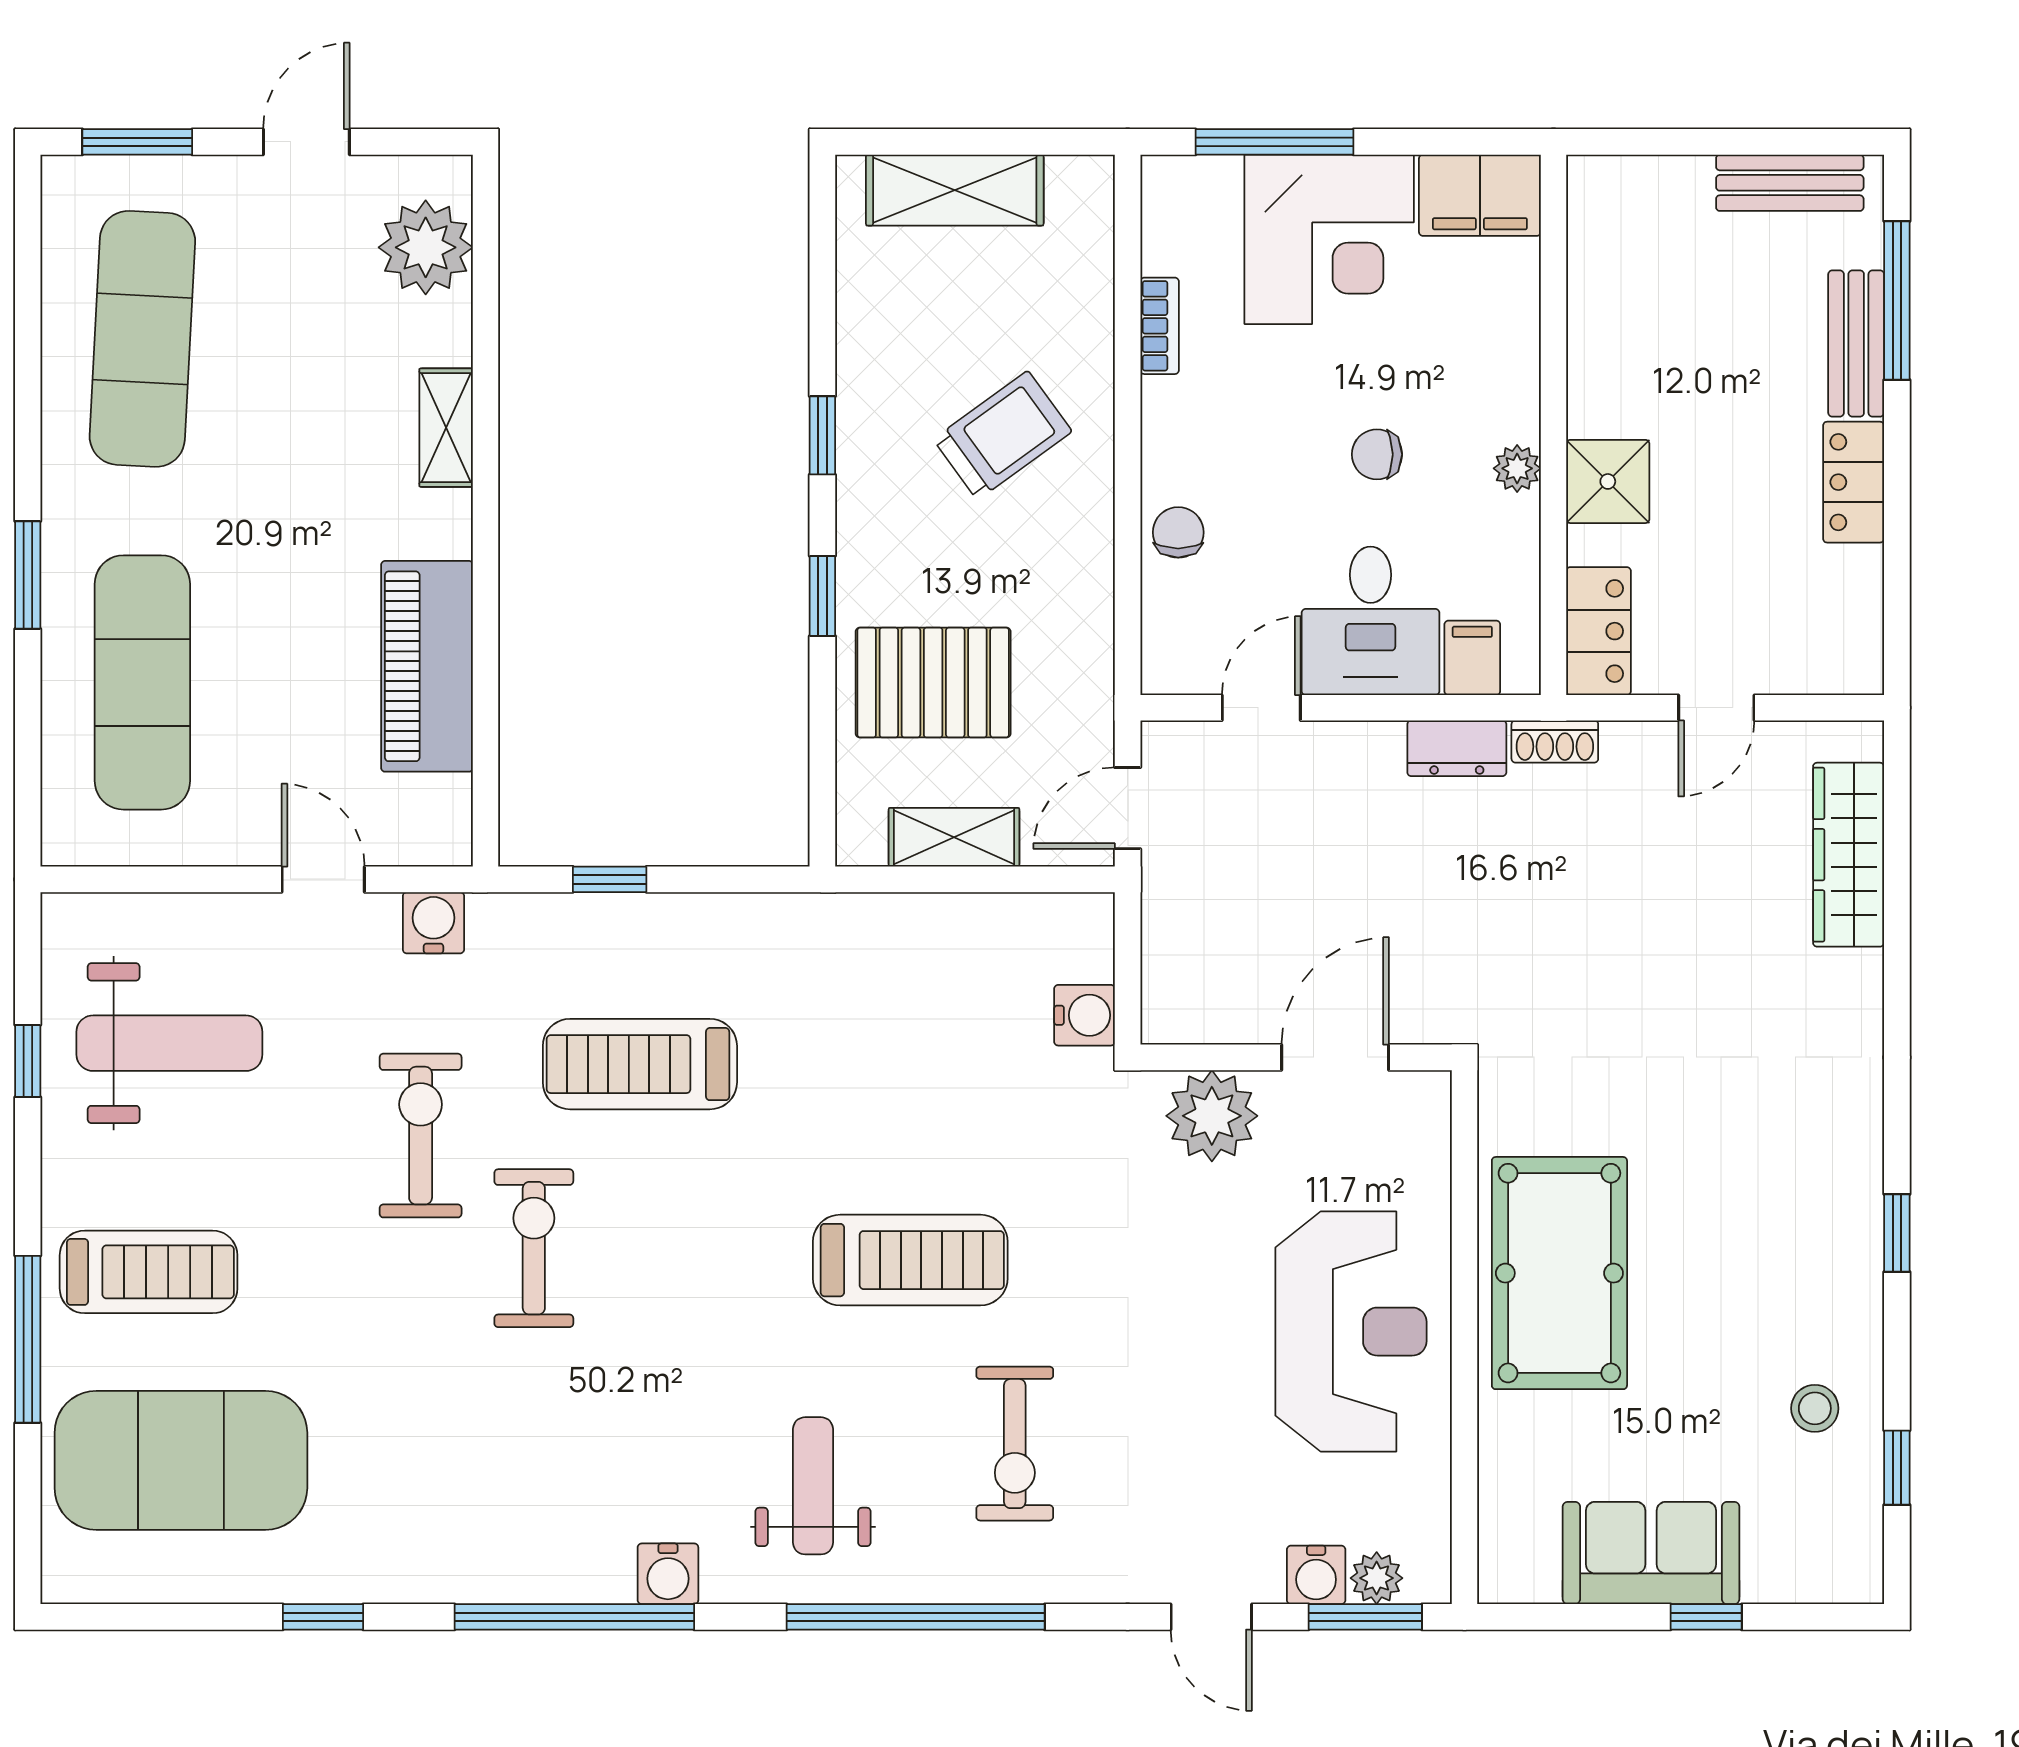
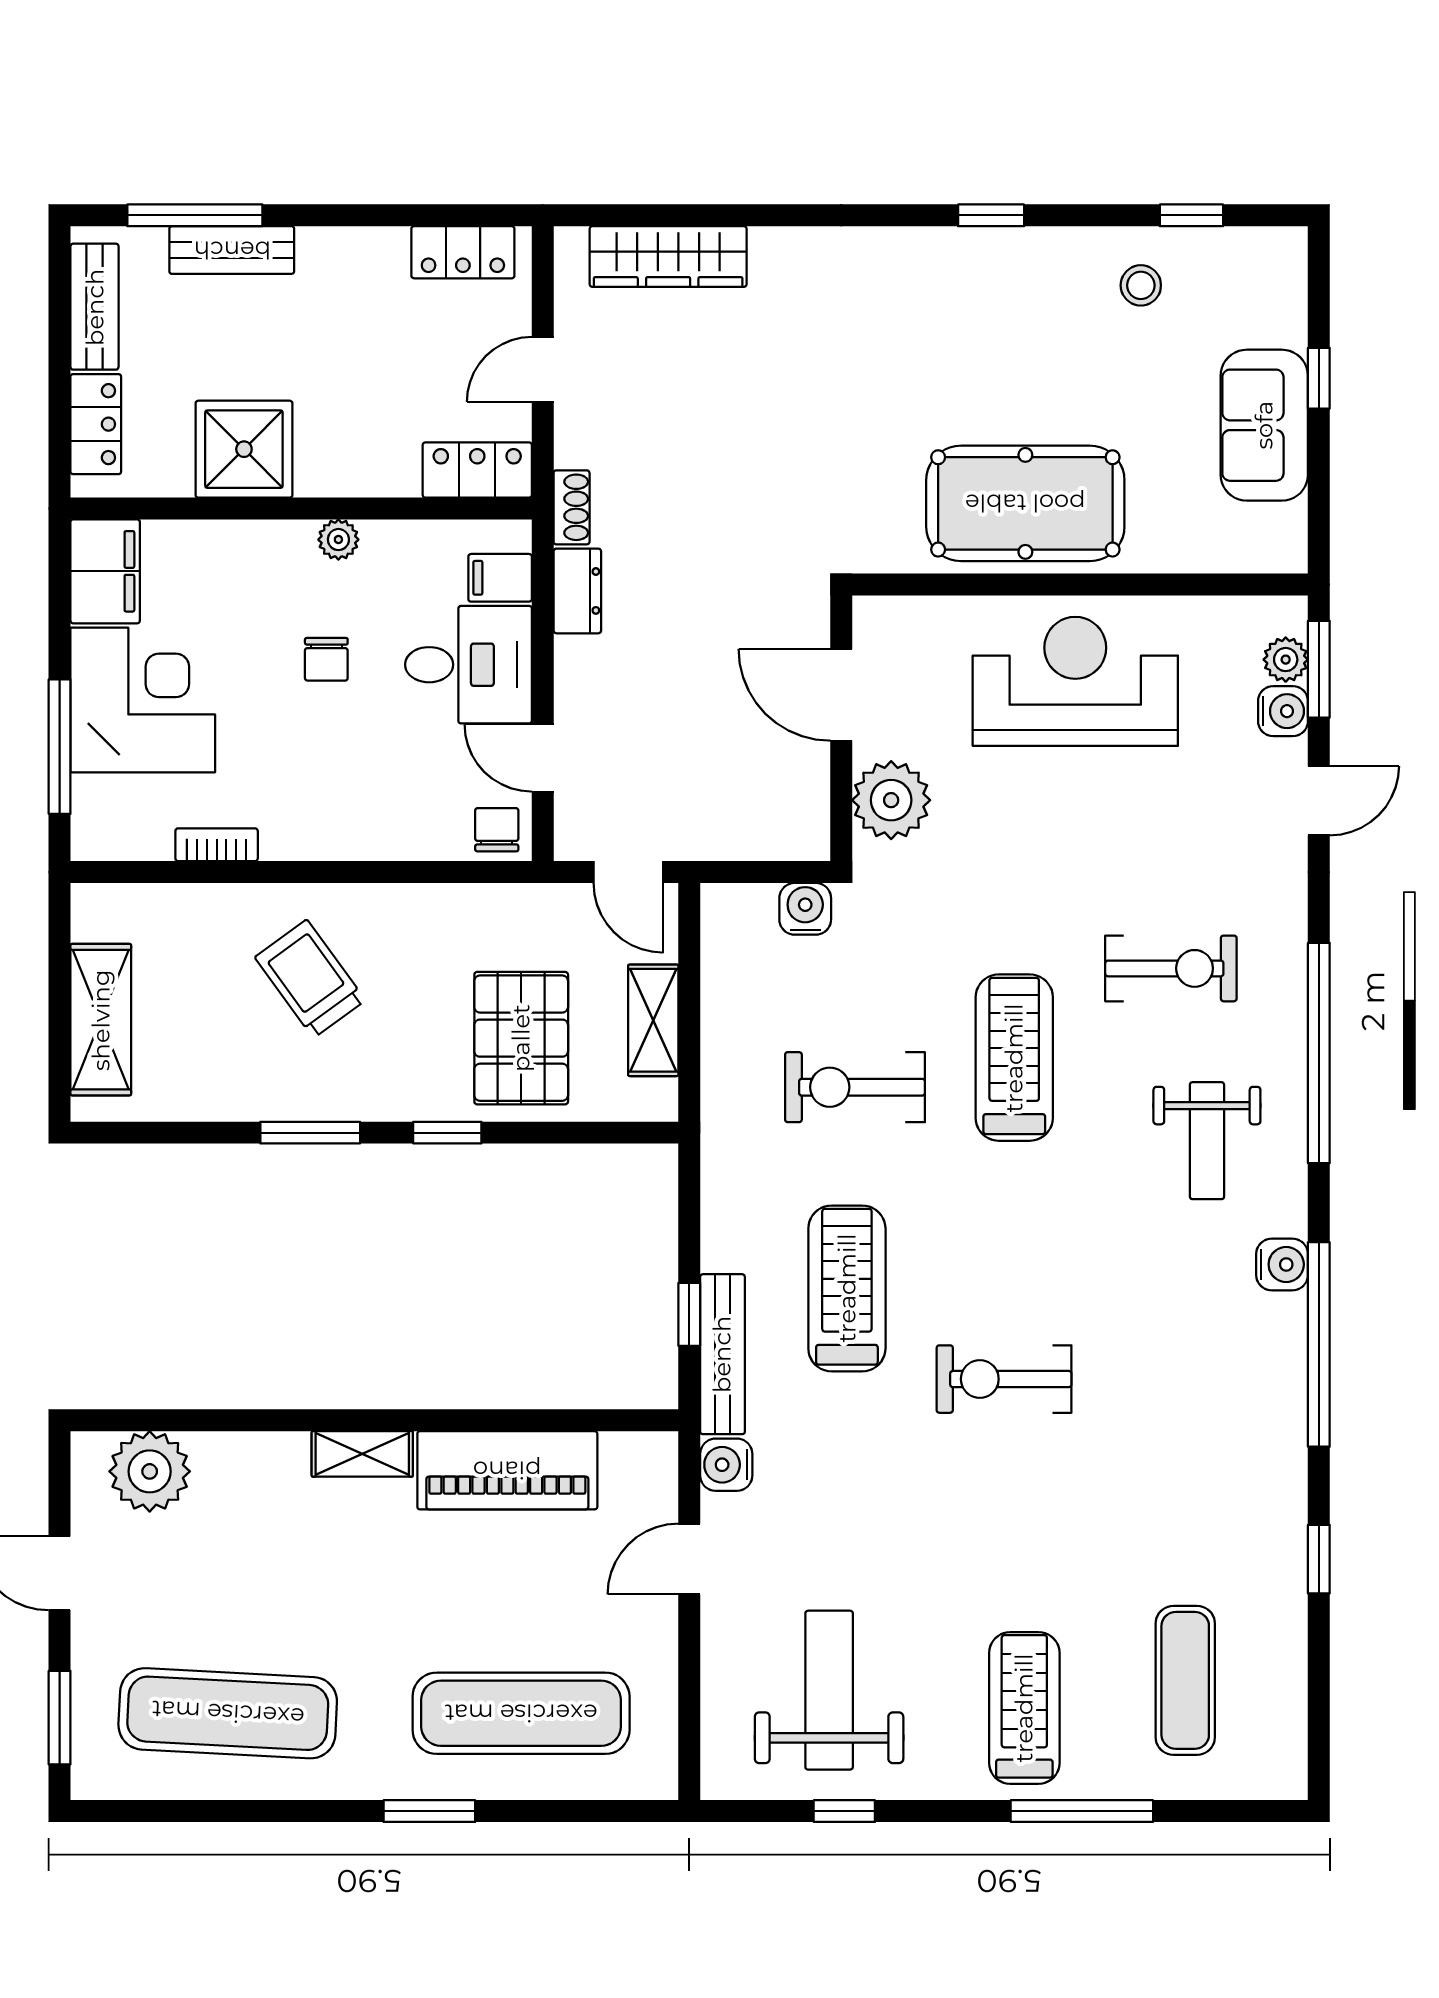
locker: (1652, 184) -> (96, 424), added
shelving: (446, 428) -> (362, 1454), moved
window: (822, 435) -> (310, 1133), width x1.50
shower: (1608, 481) -> (244, 449), moved, width x1.36, depth x1.36
locker: (1854, 482) -> (463, 252), moved
chair: (1178, 532) -> (497, 830), moved, turned 90
door: (1716, 708) -> (543, 369), swing flipped
bench: (563, 918) -> (722, 1354), added
treadmill: (640, 1064) -> (847, 1288), turned 180
exercise bike: (421, 1136) -> (855, 1087), moved
exercise mat: (181, 1460) -> (1185, 1680), width x0.50, depth x0.69
weight bench: (813, 1486) -> (1207, 1141), turned -90

